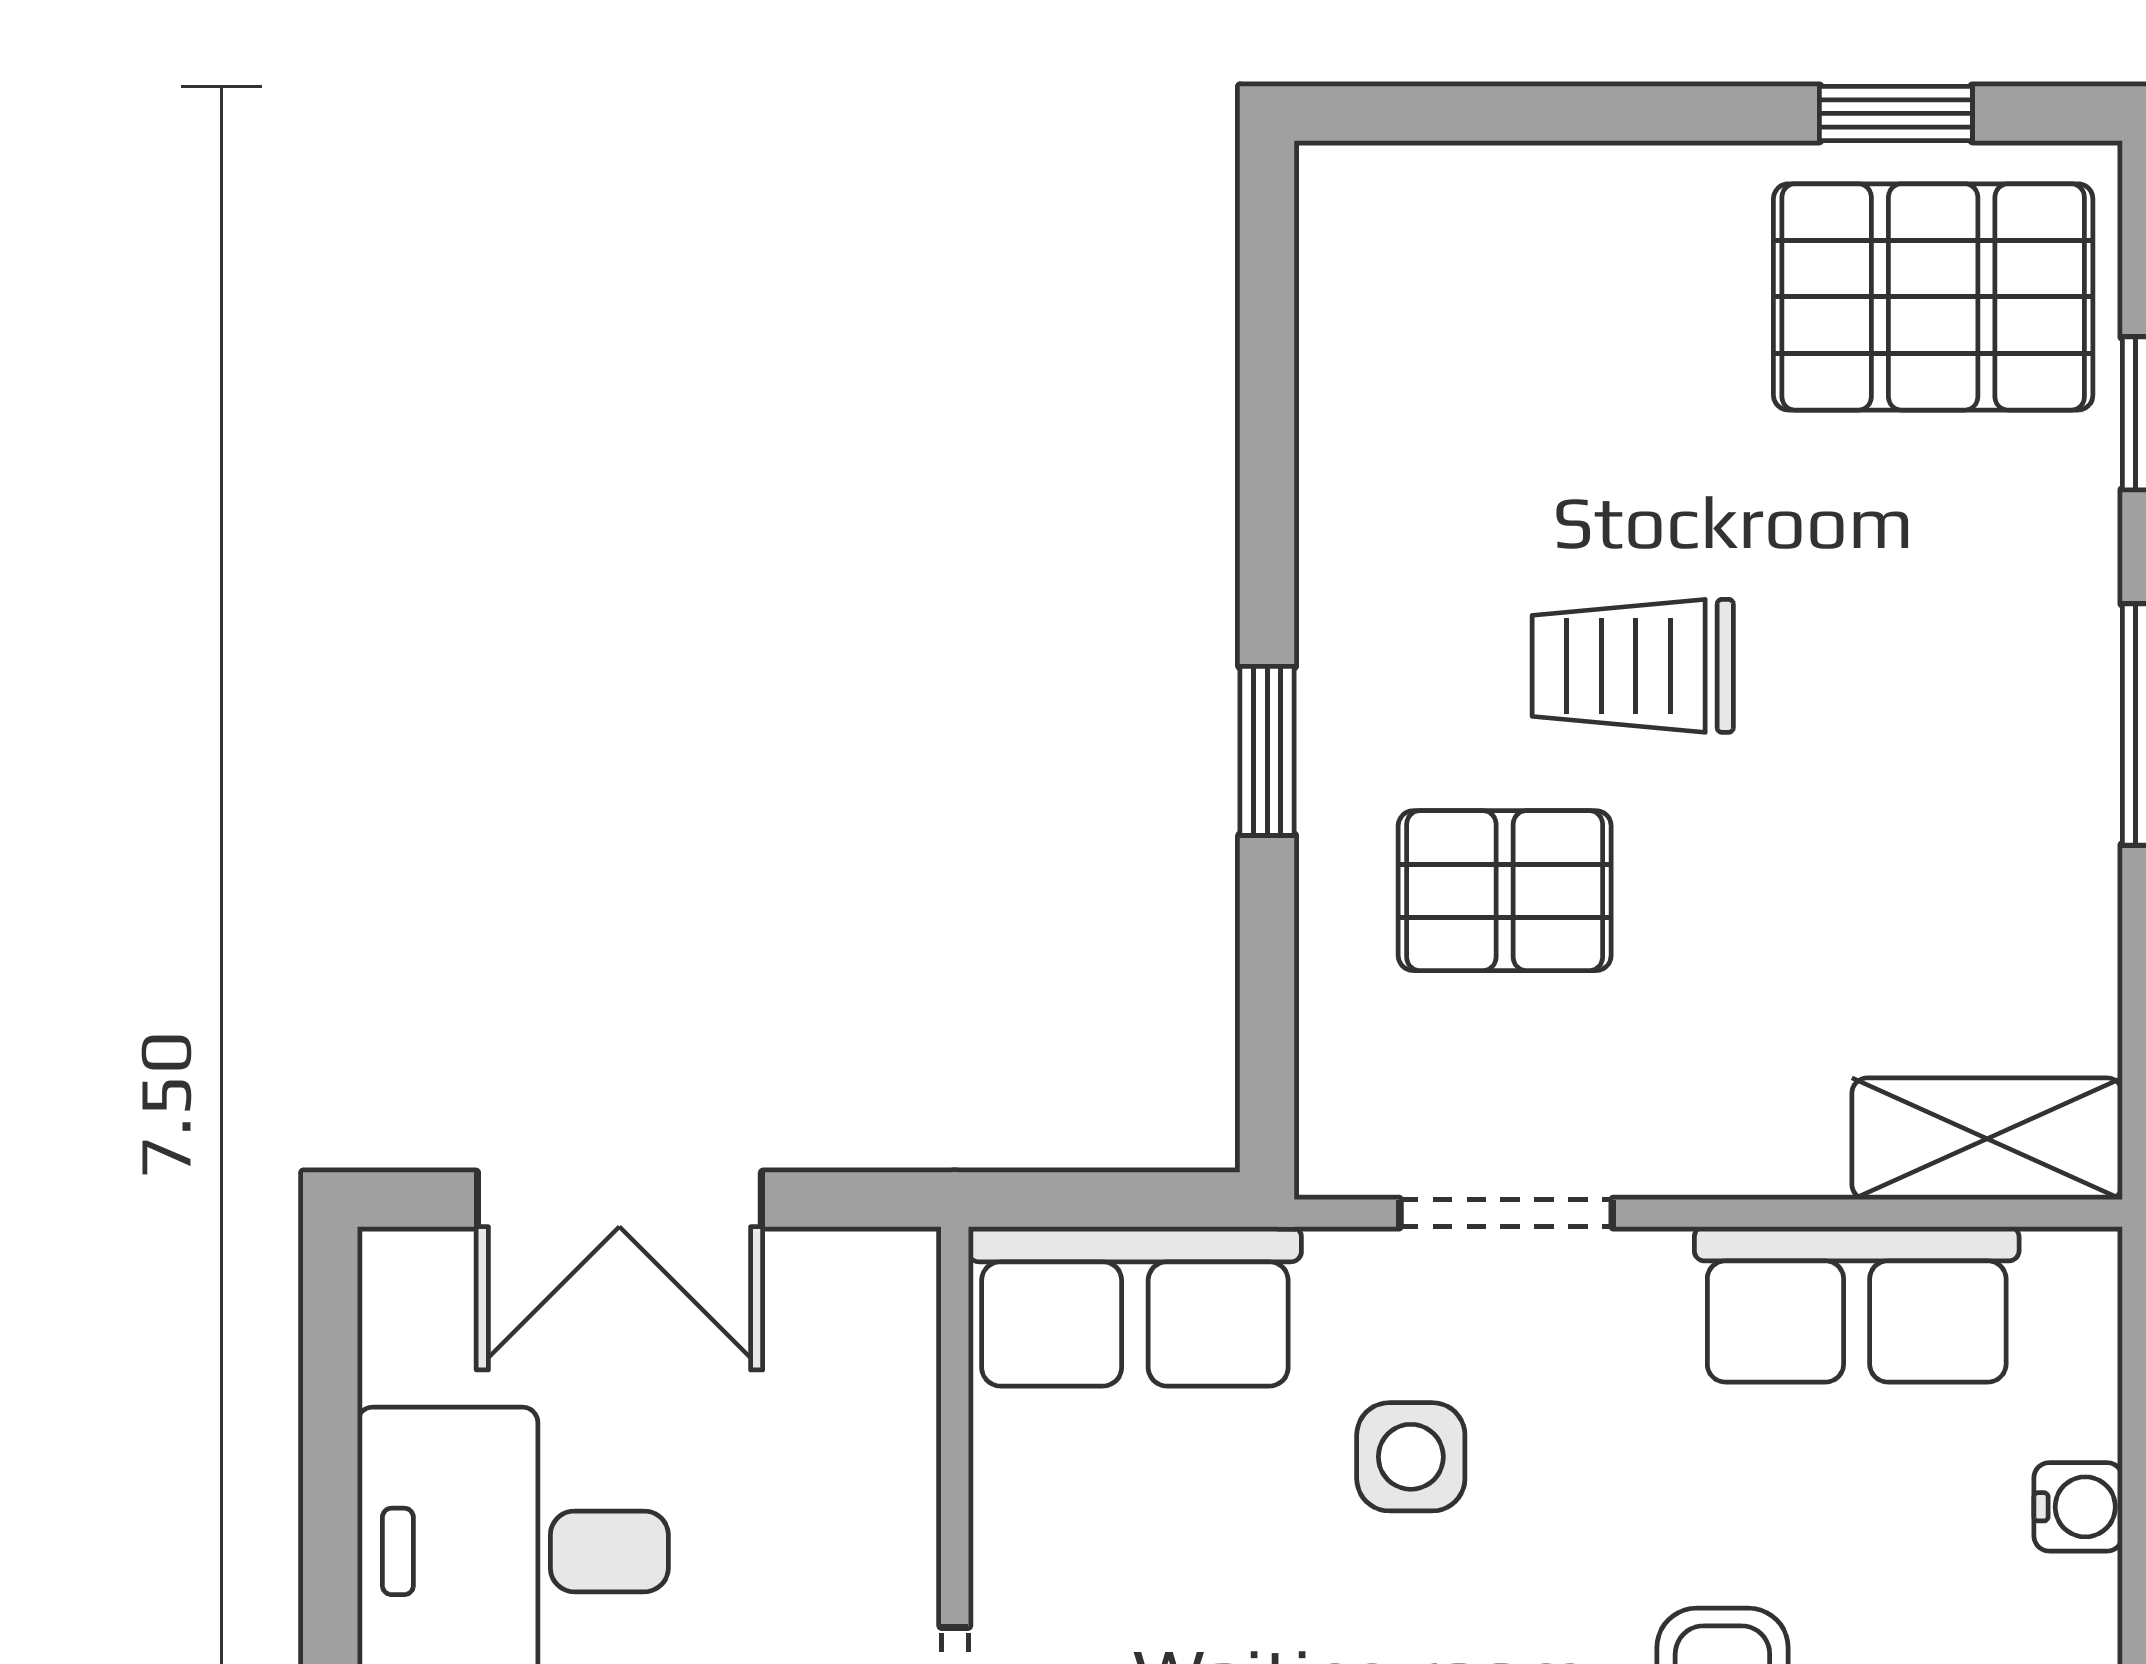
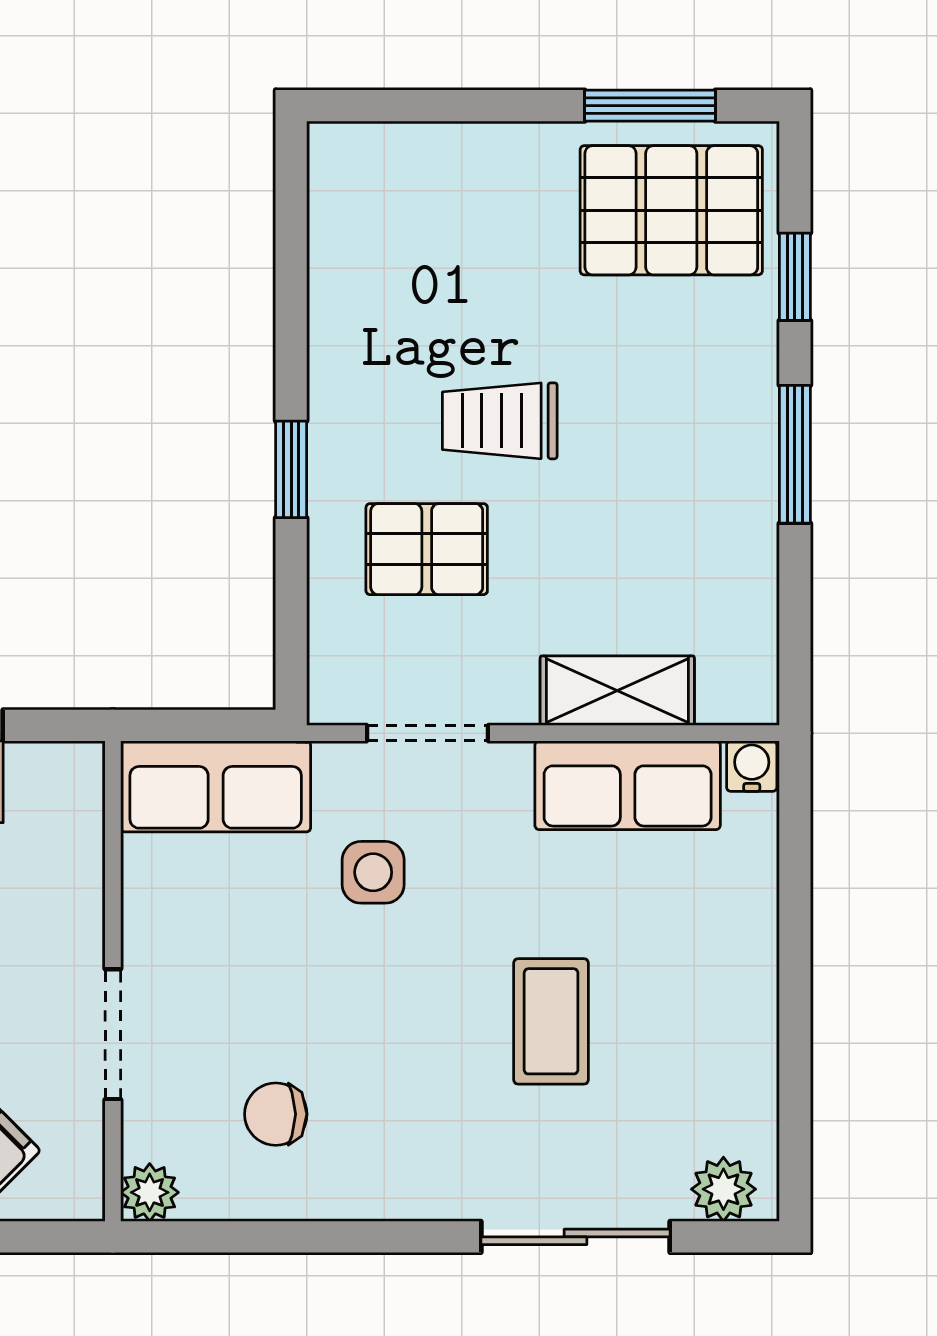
window: (1896, 113) -> (650, 106), width x1.50
shelving: (1987, 1139) -> (617, 691), moved
water cooler: (2078, 1507) -> (752, 766), moved, turned -90

